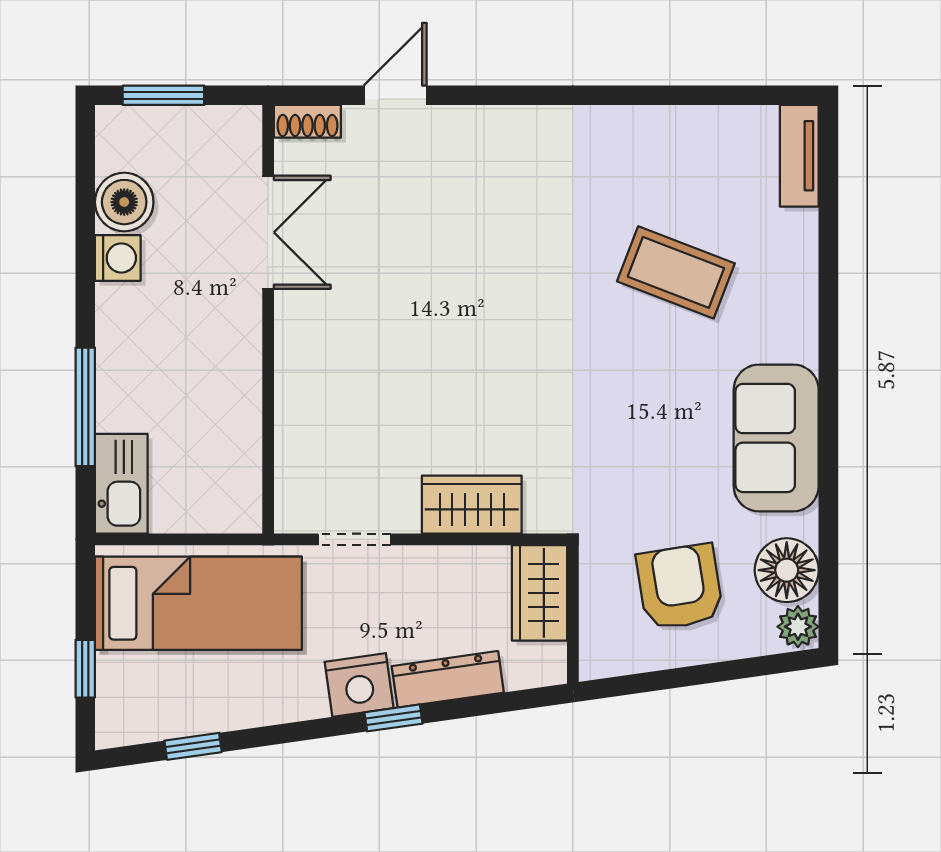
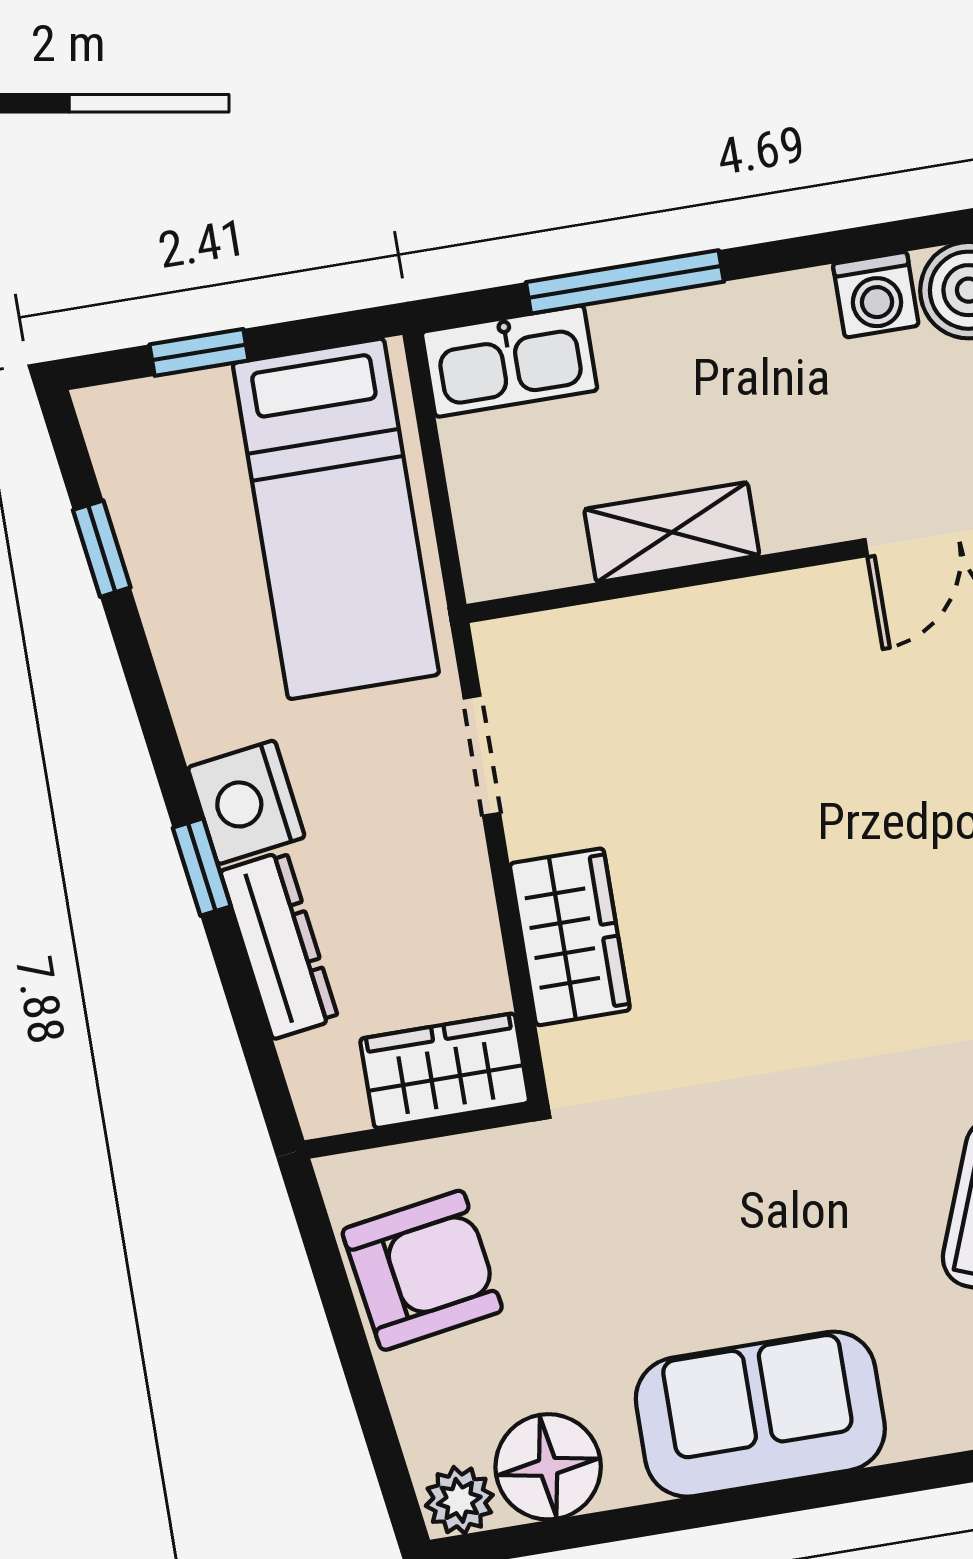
shelving: (240, 404) -> (672, 532), added
armchair: (680, 587) -> (422, 1270), moved

